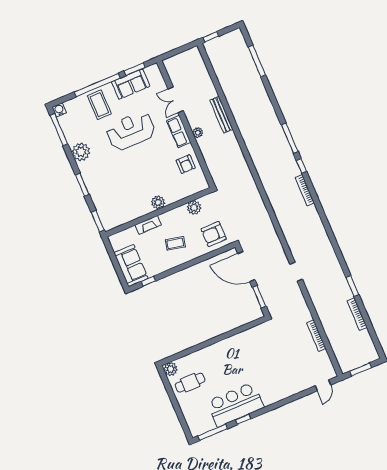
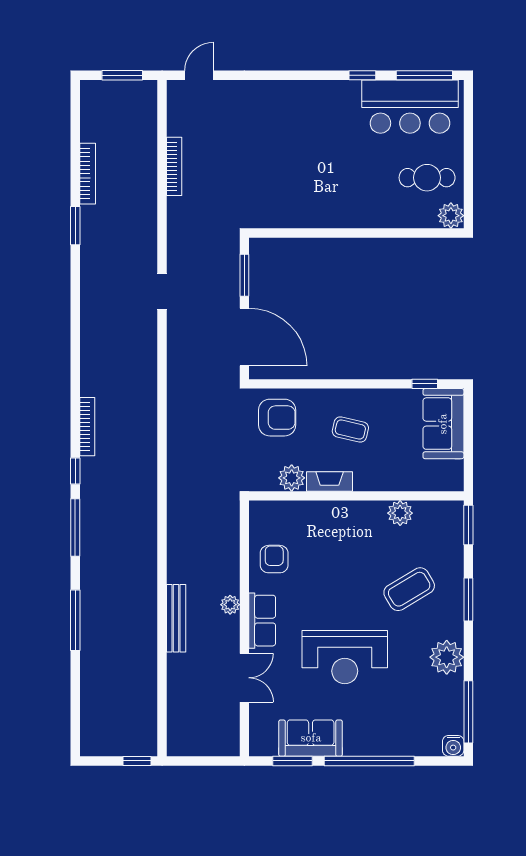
window: (257, 61) -> (75, 620), moved
coffee table: (99, 105) -> (409, 589), moved, turned 59
plant: (158, 202) -> (400, 513), moved
fireplace: (148, 225) -> (330, 481), moved
bar counter: (235, 404) -> (410, 107), moved

